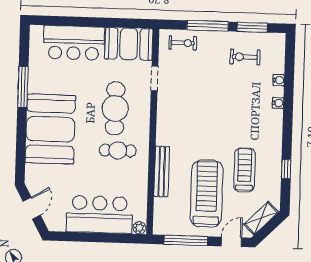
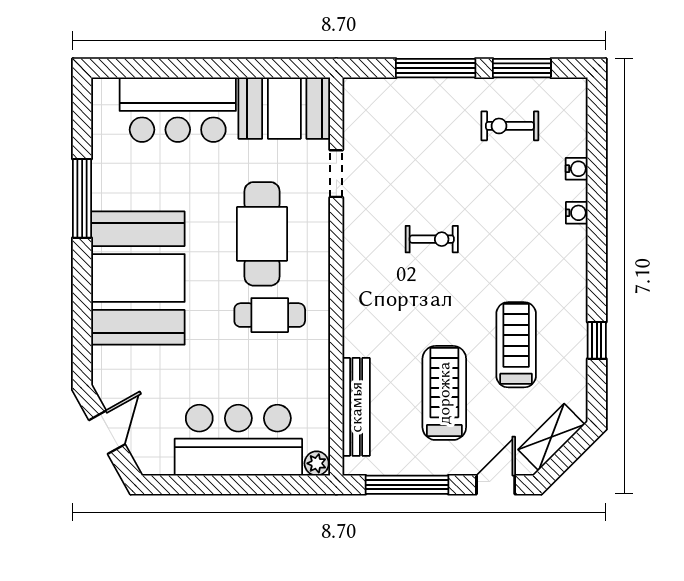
exercise bike: (183, 43) -> (432, 239), moved
bench: (162, 172) -> (356, 407), moved
treadmill: (207, 194) -> (444, 393), width x0.73, depth x0.73

